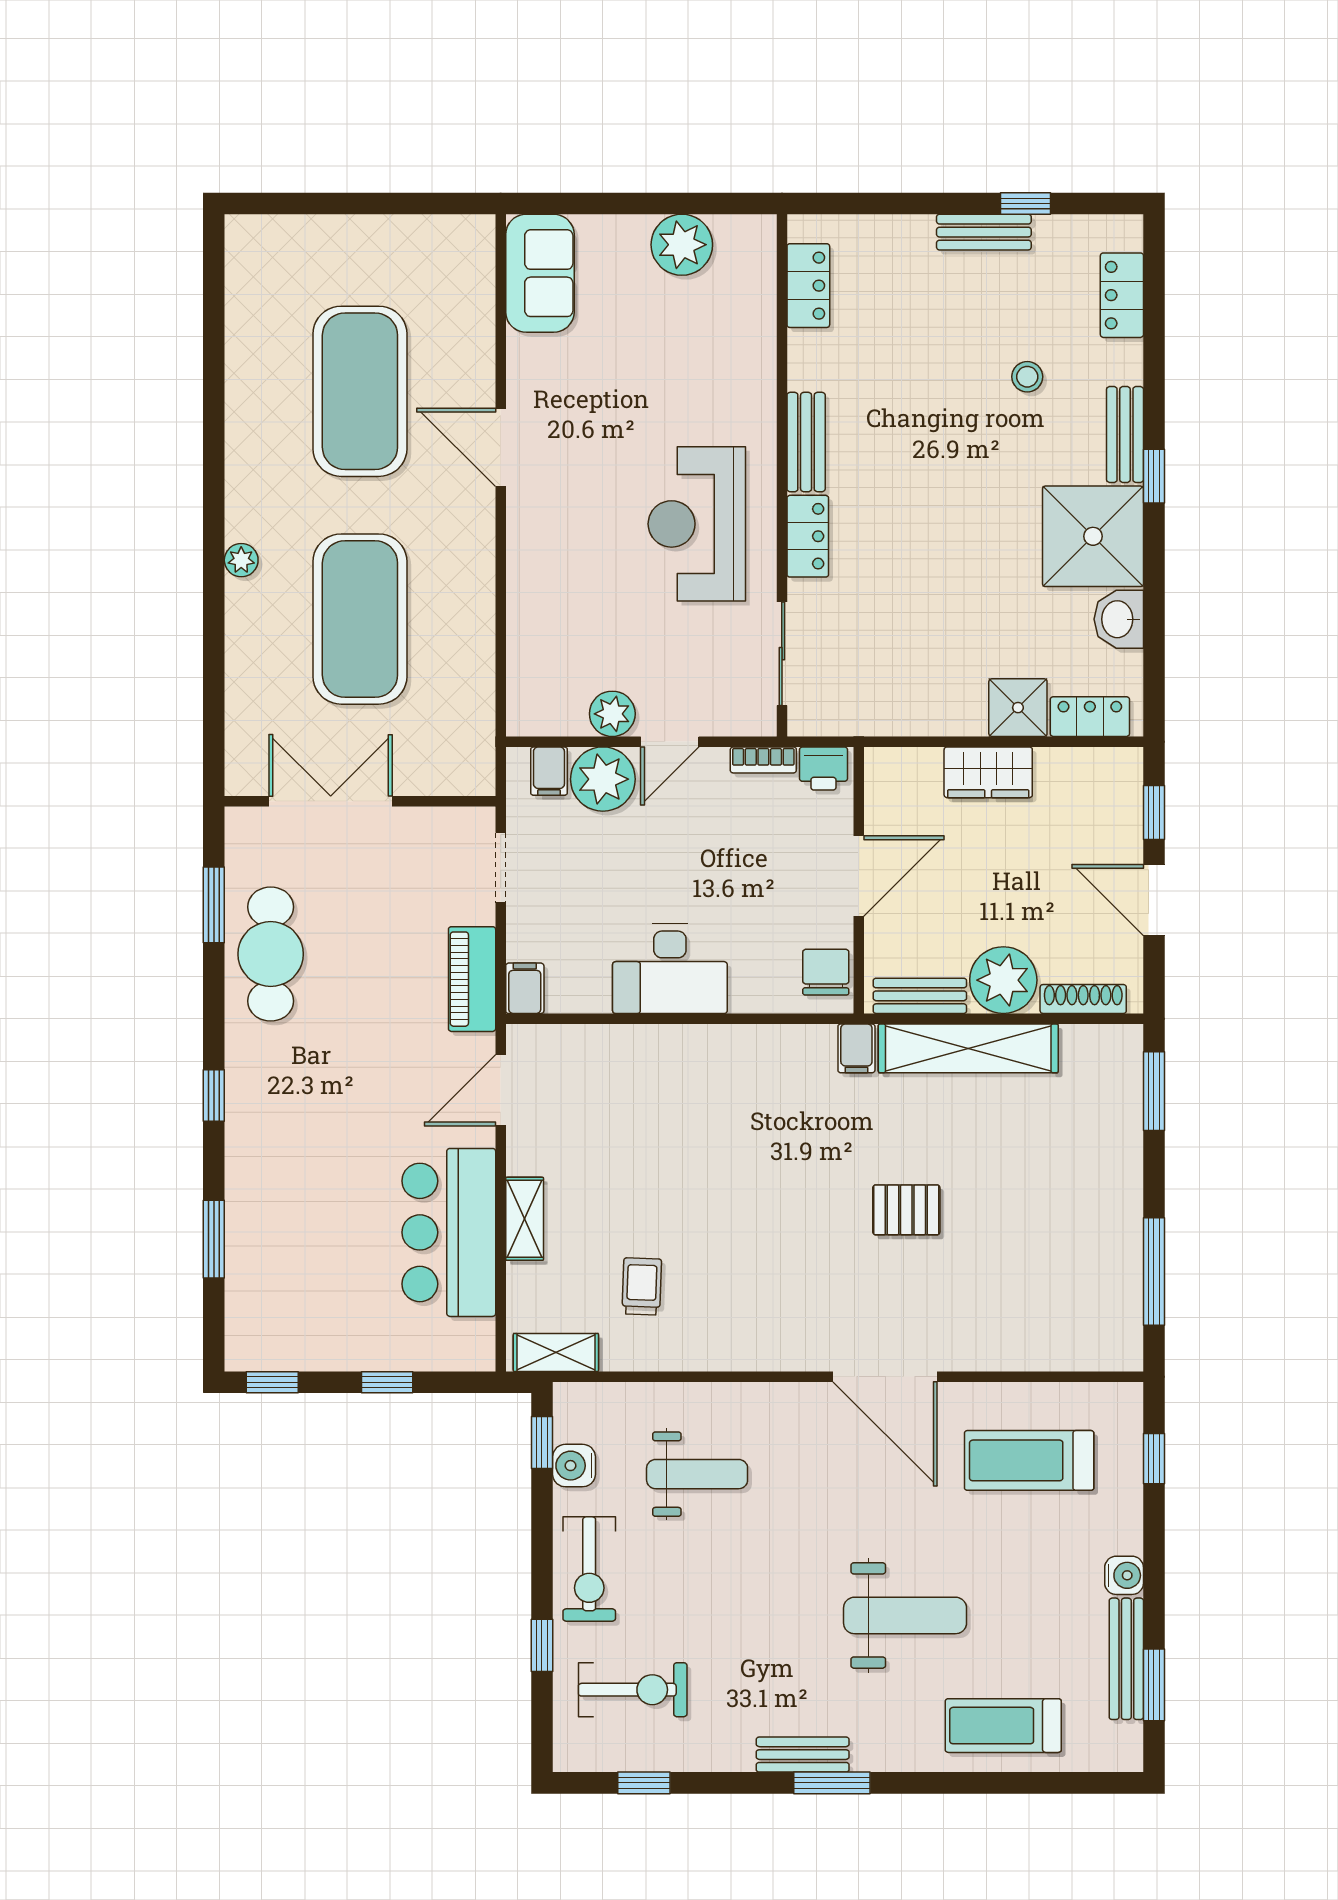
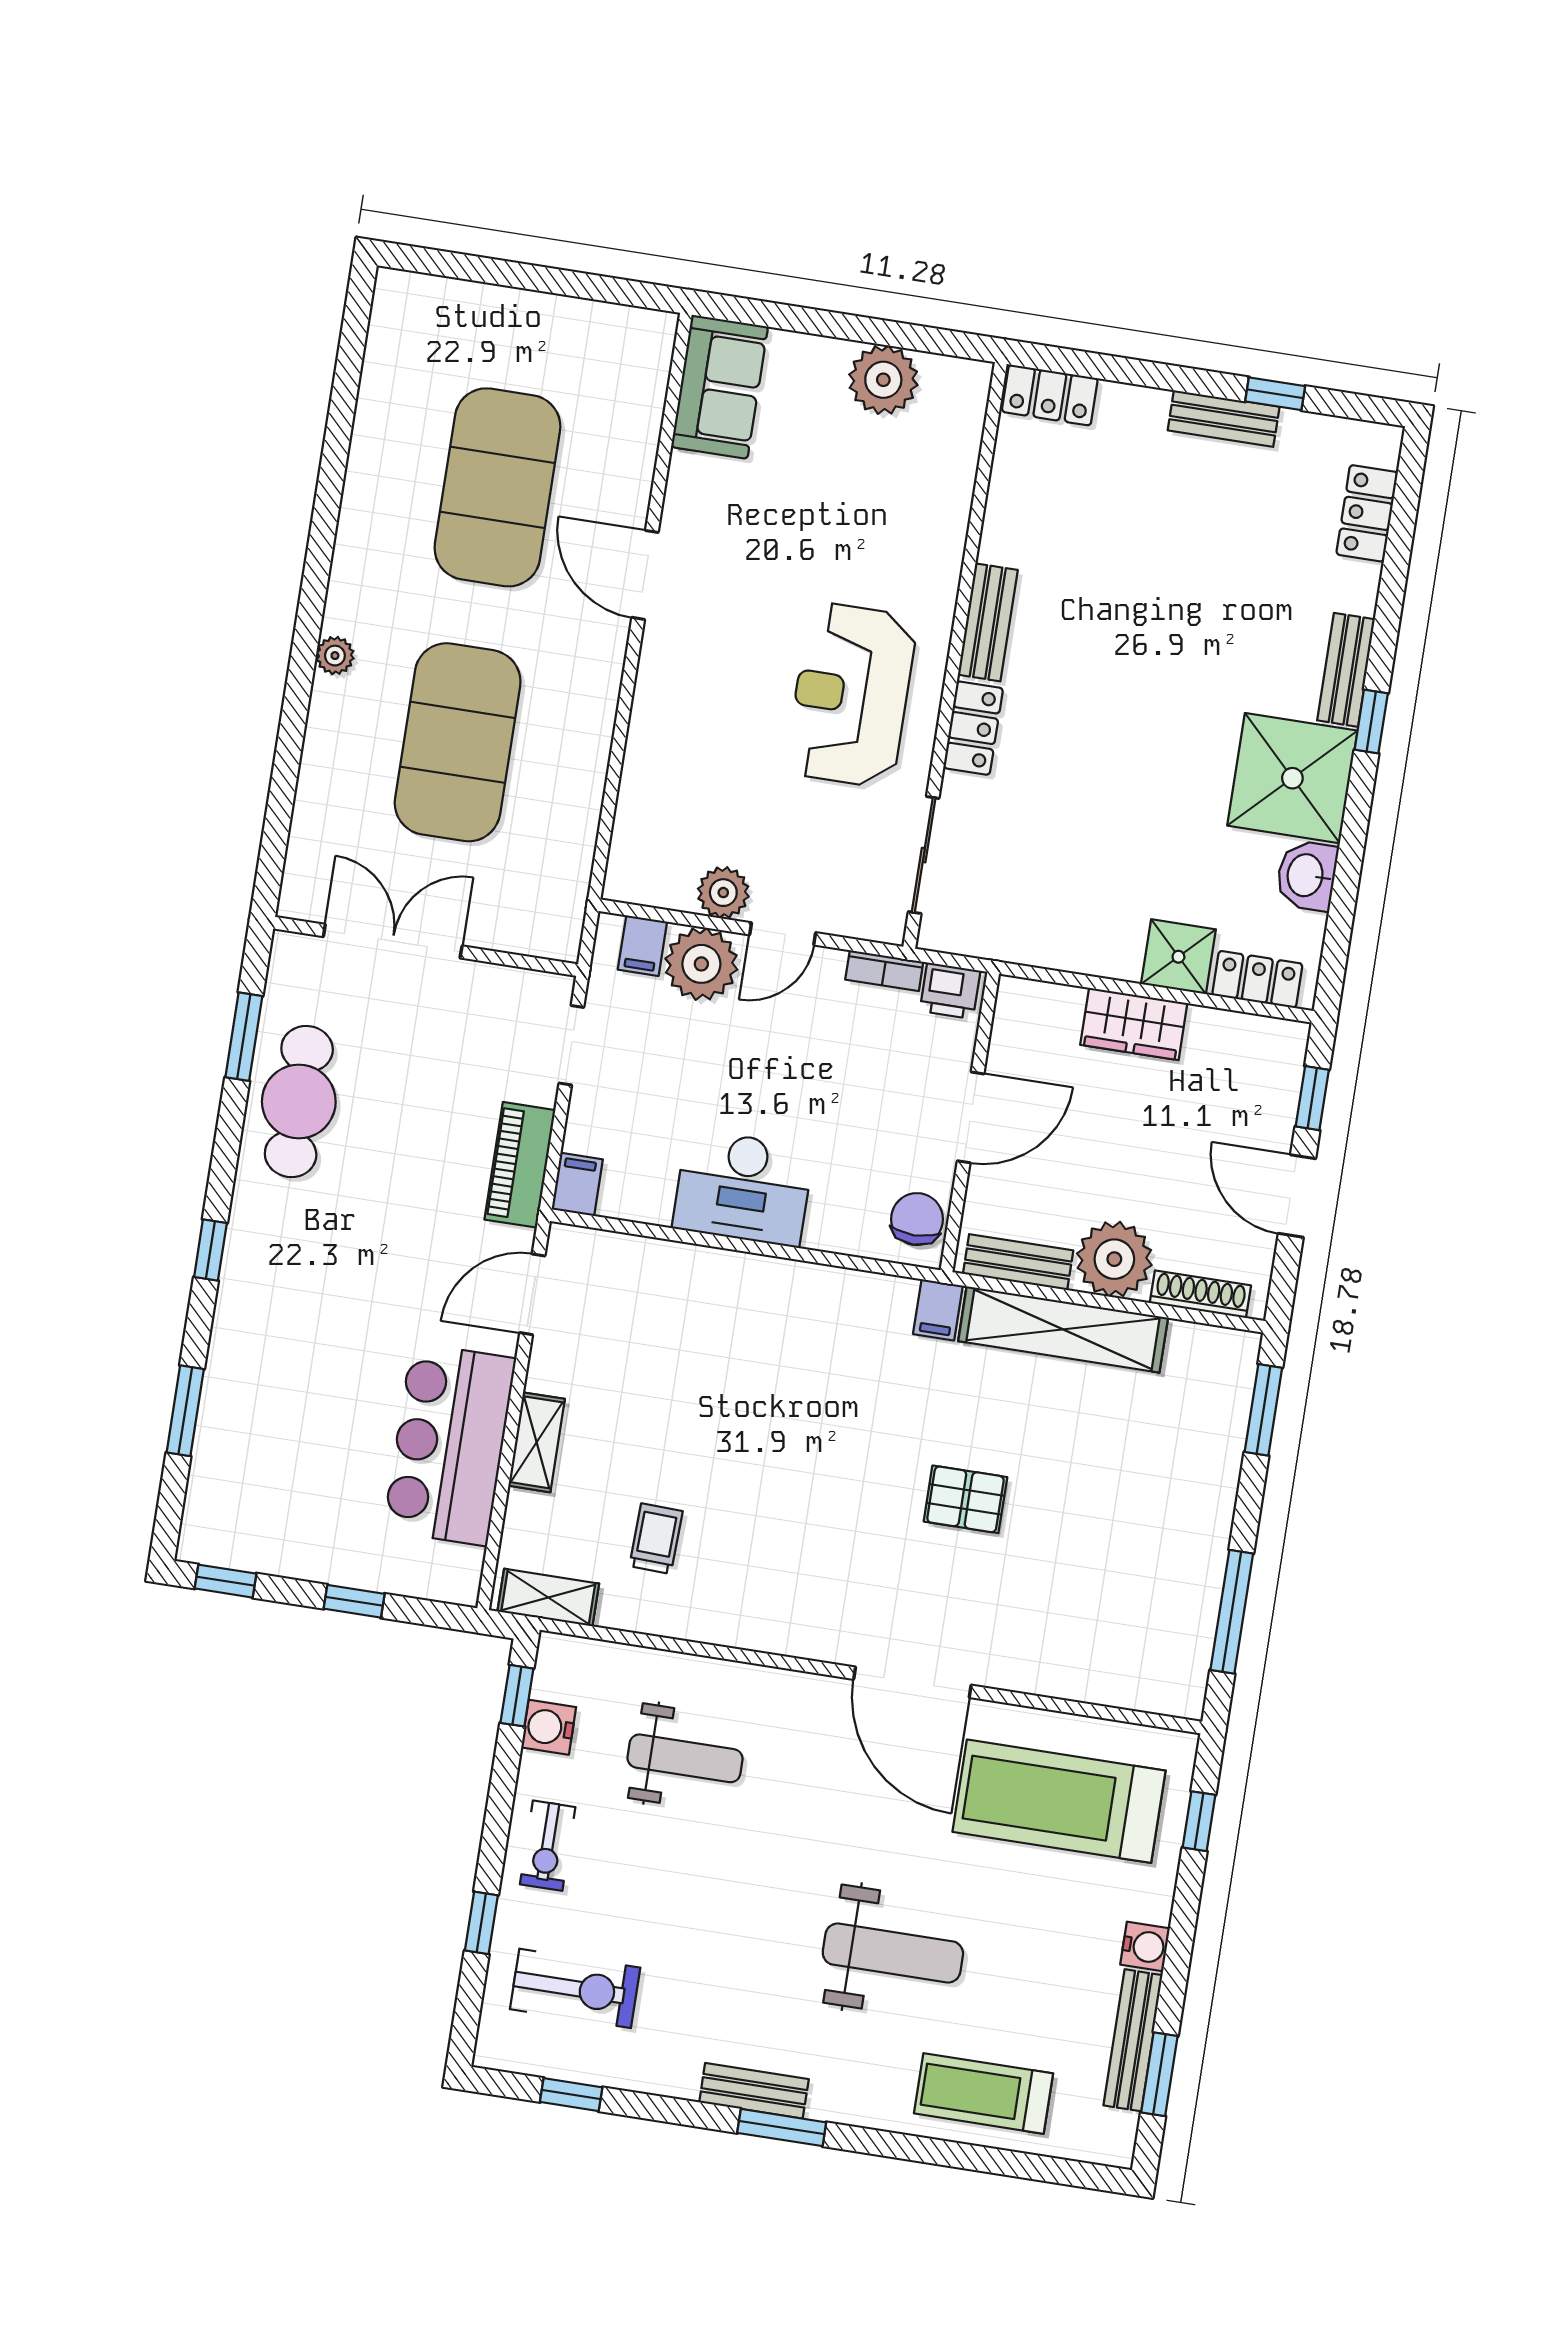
locker: (808, 286) -> (1050, 395), moved, turned 90
stool: (1027, 377) -> (1247, 588), removed
treadmill: (1029, 1460) -> (1059, 1801), width x1.37, depth x1.38
exercise bike: (589, 1569) -> (548, 1846), width x0.73, depth x0.72

